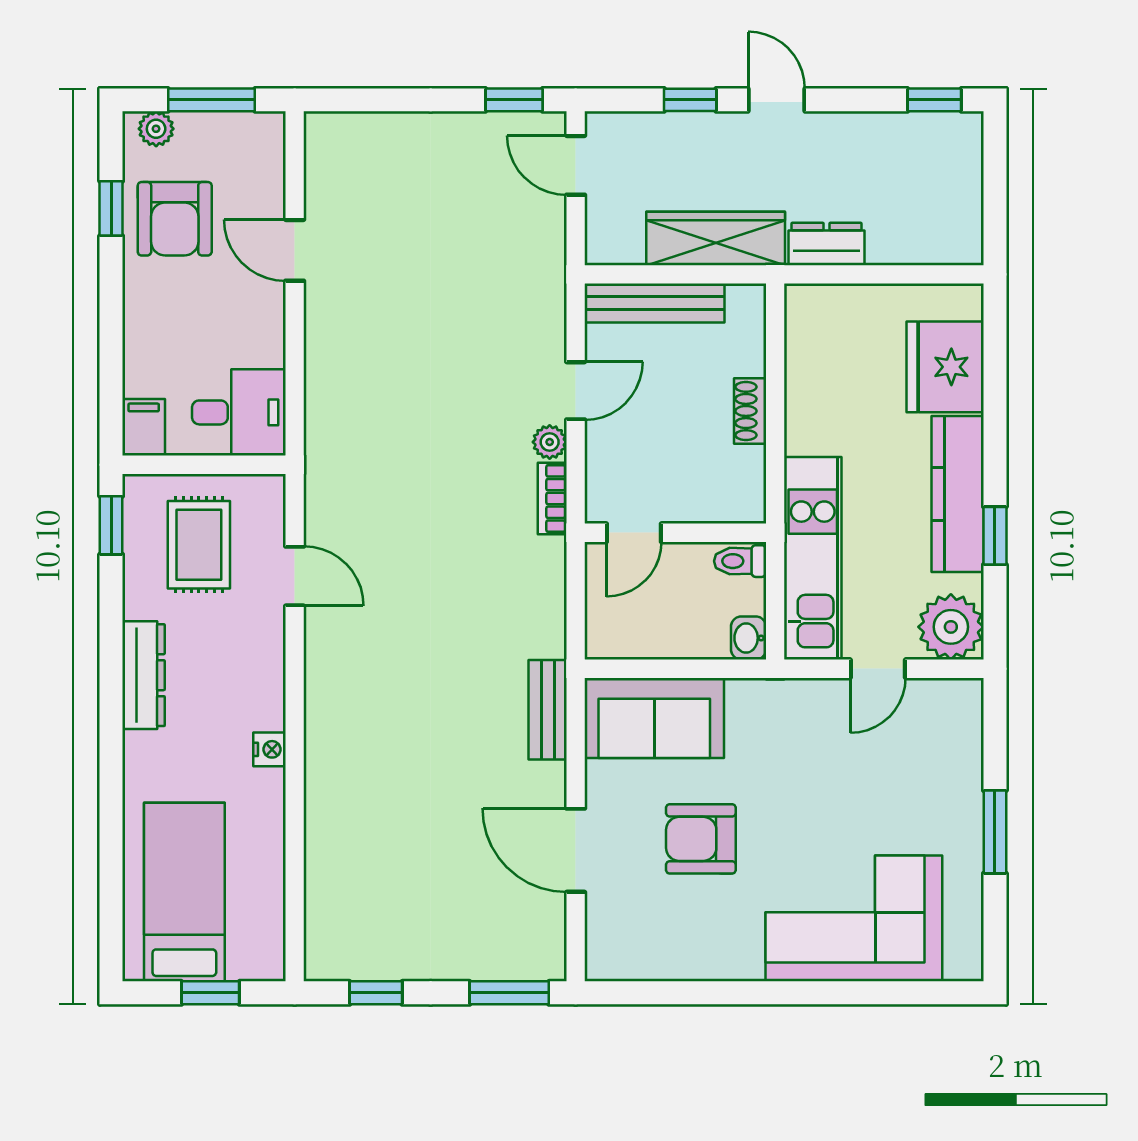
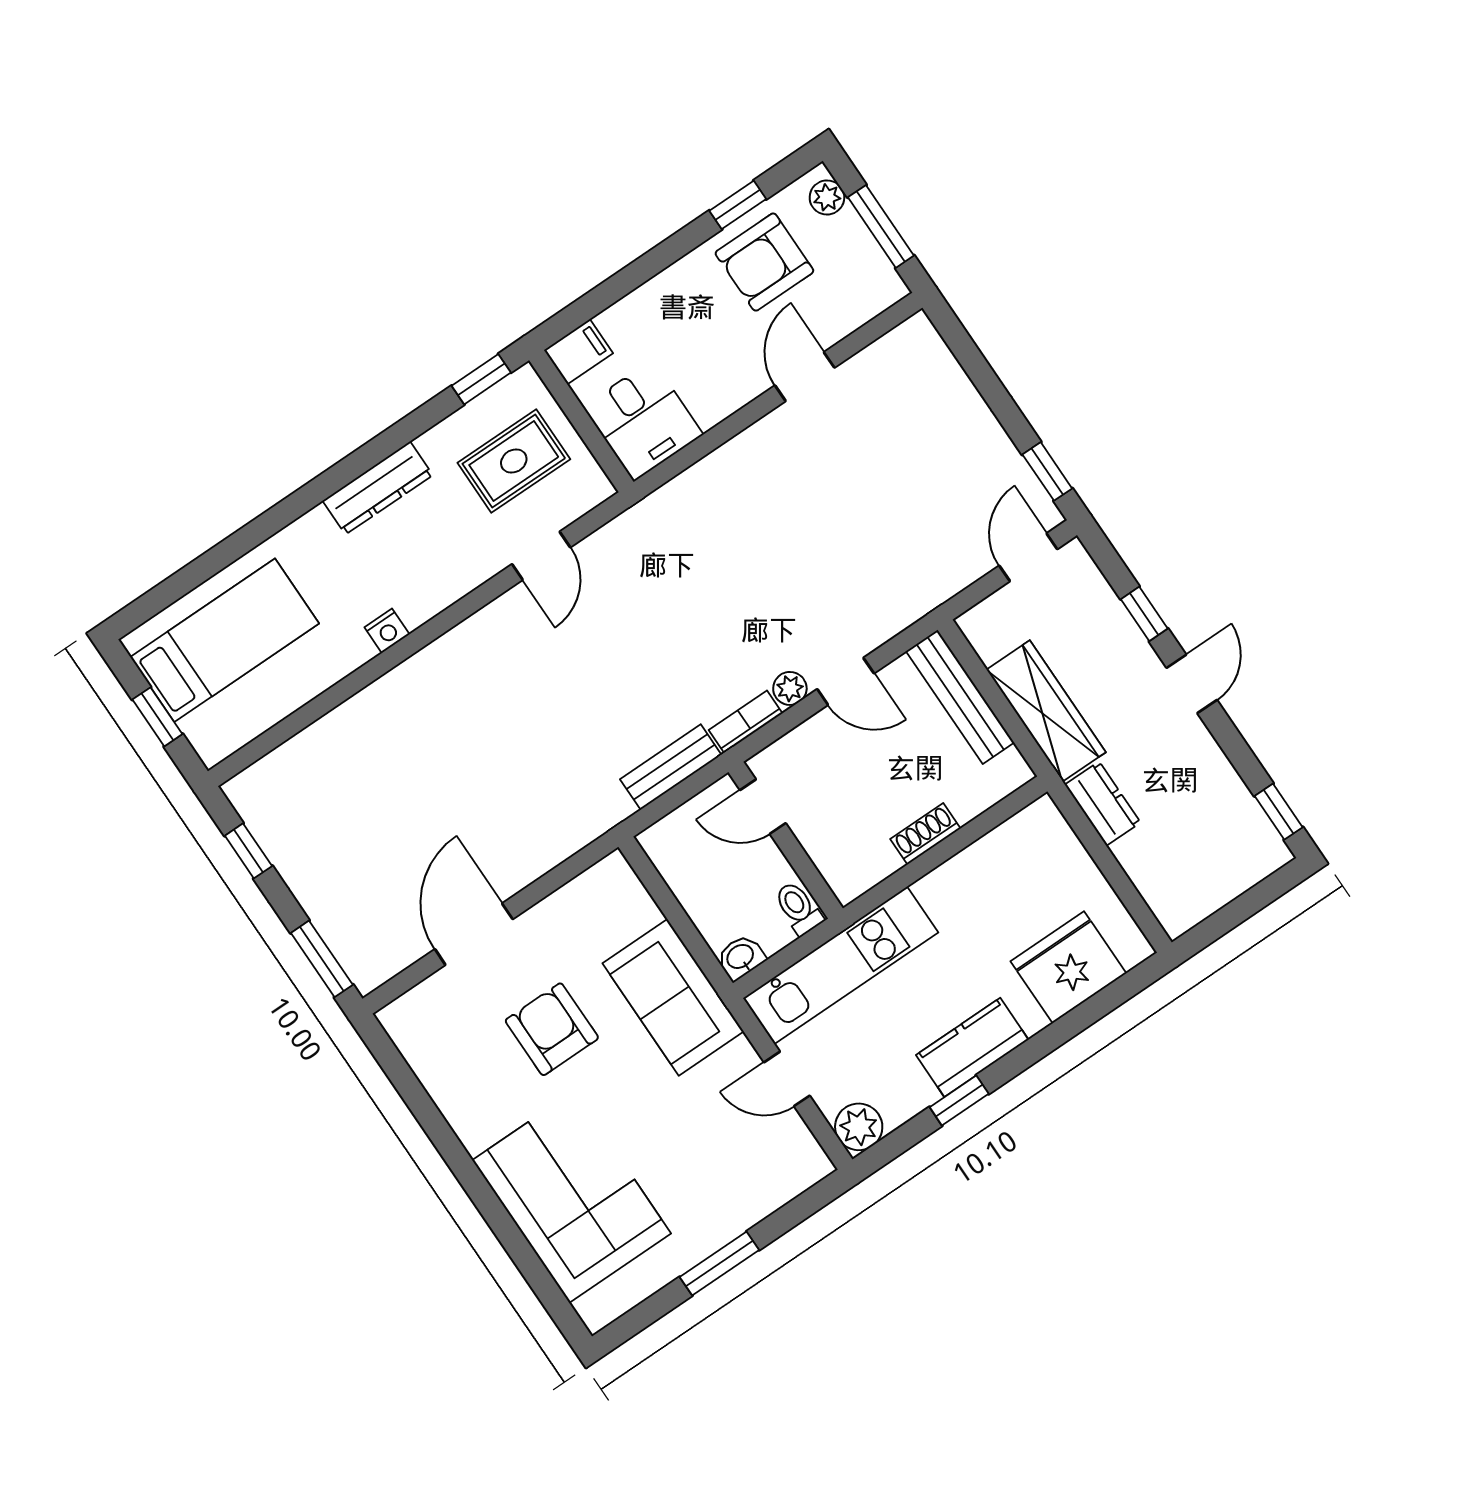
kitchen counter: (958, 494) -> (972, 1047), width x0.67
plant: (951, 627) -> (859, 1127), width x0.73, depth x0.73
bench: (548, 710) -> (671, 767), moved
sofa: (654, 718) -> (673, 997), moved

